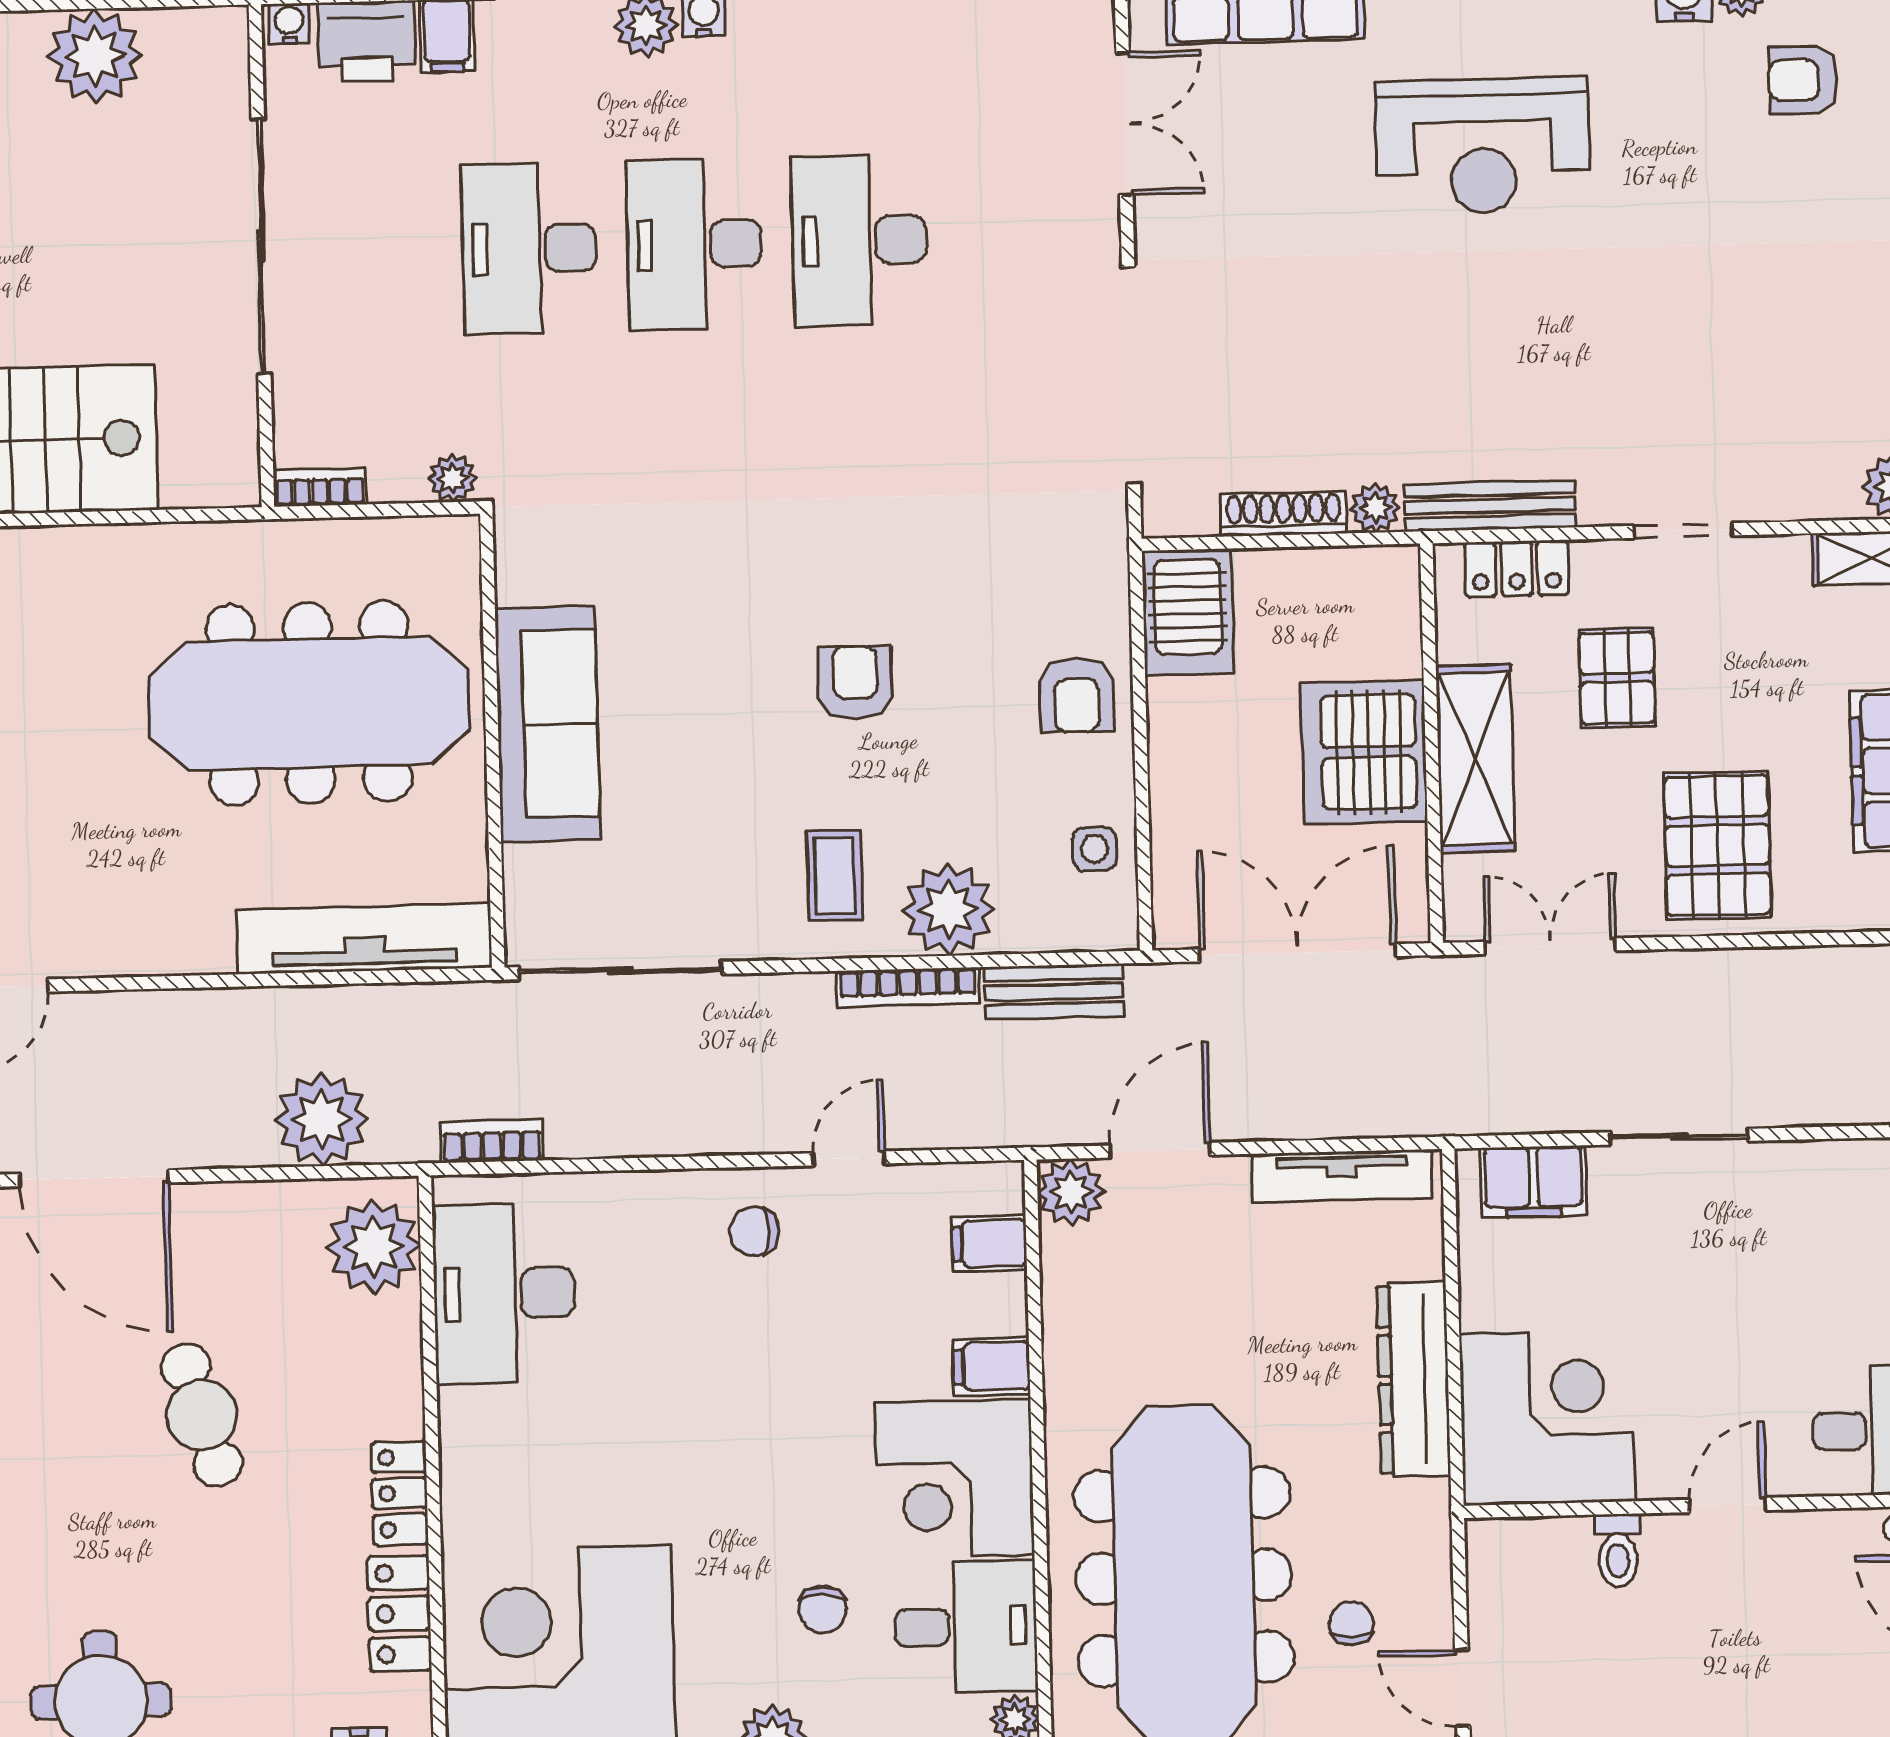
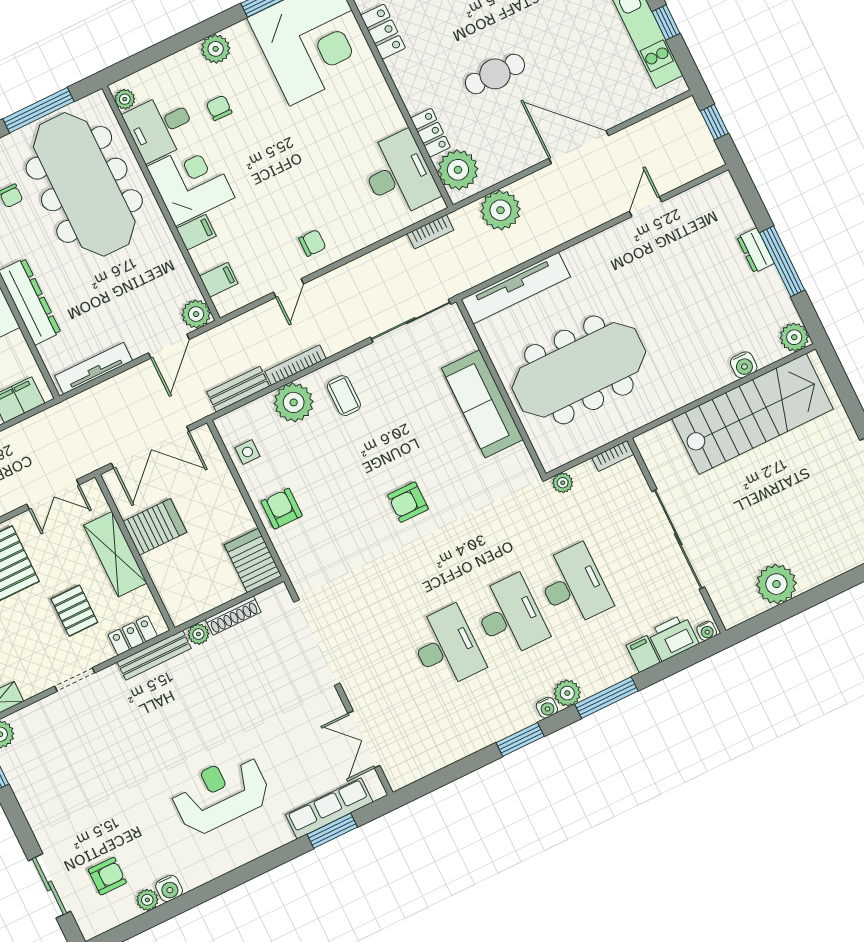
armchair: (855, 683) -> (408, 502), moved, turned 90
server rack: (1364, 752) -> (155, 527), width x0.62
cafe table: (202, 1415) -> (495, 74), turned -73
locker: (400, 1493) -> (430, 133), moved

